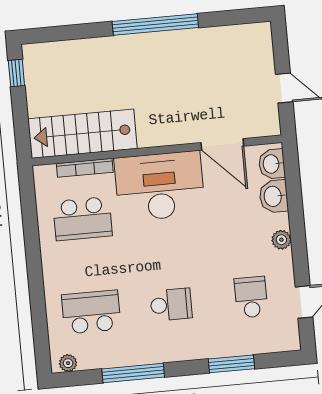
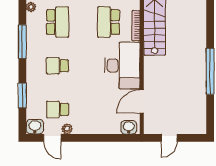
washbasin: (274, 196) -> (35, 127), moved
plant: (281, 240) -> (67, 129), moved
school desk: (251, 297) -> (58, 109), turned 180
school desk: (171, 305) -> (58, 66), turned 90

